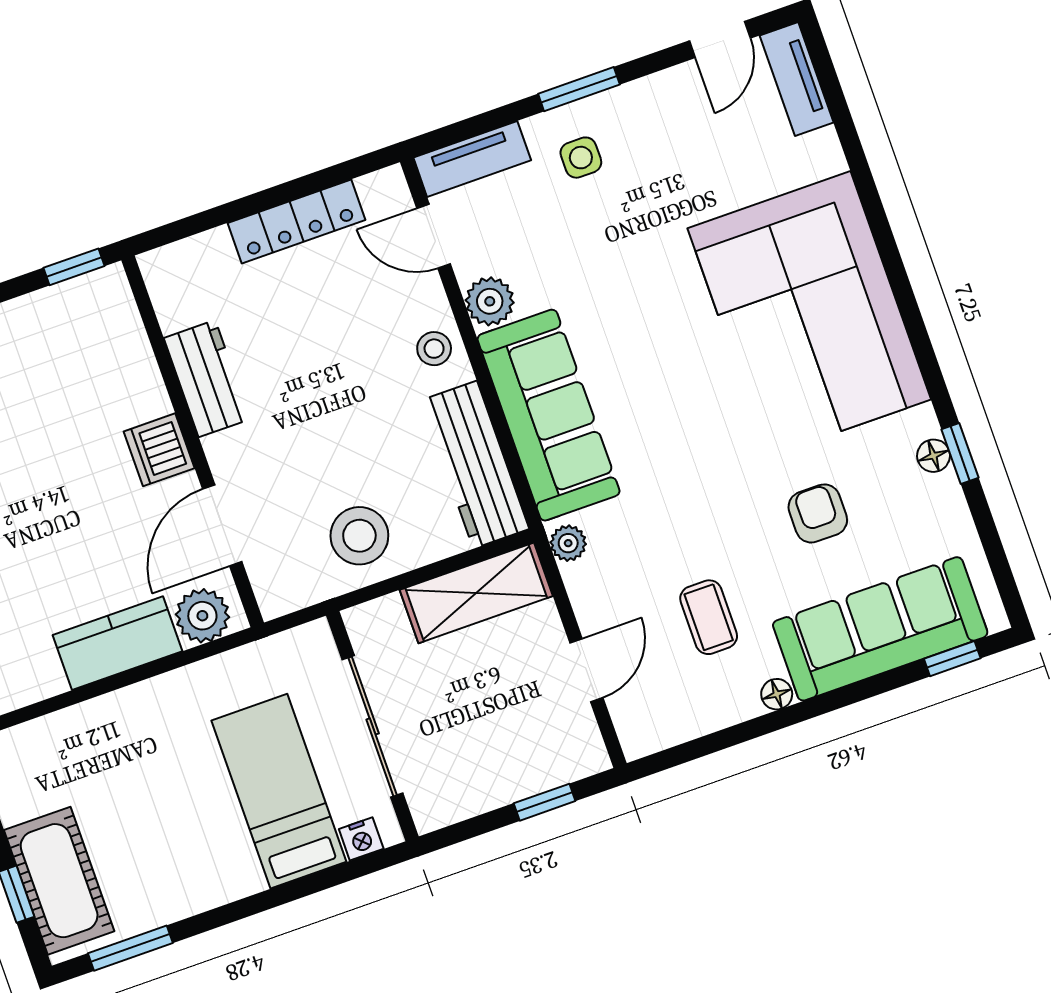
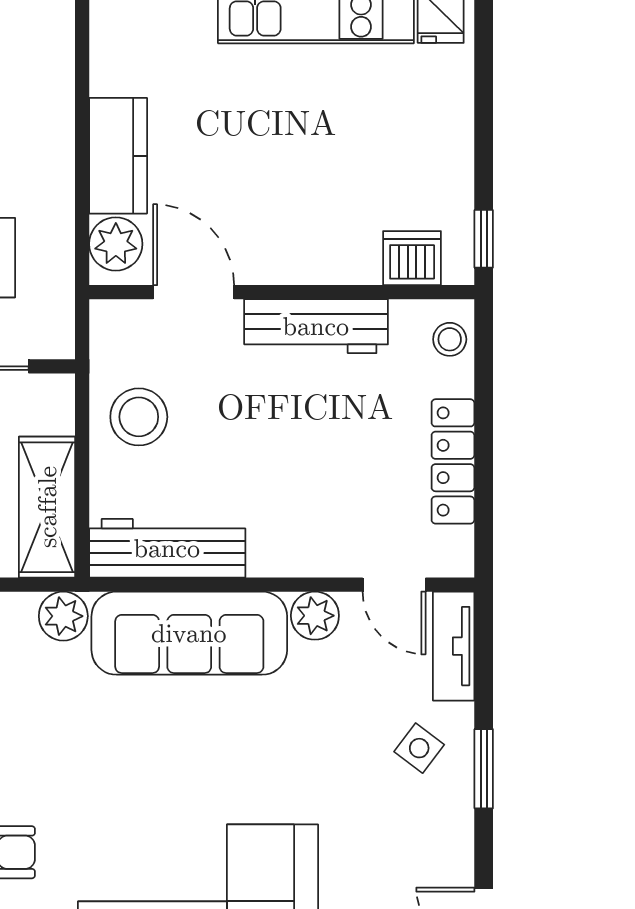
side table: (581, 158) -> (419, 748), turned 37
door: (434, 236) -> (394, 585), swing flipped
stool: (434, 349) -> (450, 339), moved
workbench: (207, 379) -> (316, 326), width x1.38
dishwasher: (159, 450) -> (412, 258), moved
plant: (568, 543) -> (63, 616), width x1.38, depth x1.38

